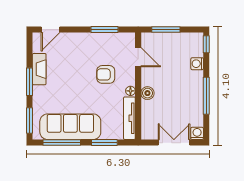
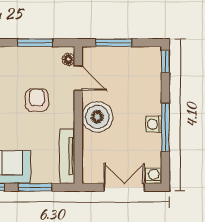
washing machine: (197, 64) -> (154, 124), moved
armchair: (106, 74) -> (37, 100), turned 90
floor lamp: (130, 91) -> (68, 59), moved
boiler: (147, 93) -> (97, 117), width x1.86, depth x1.86

